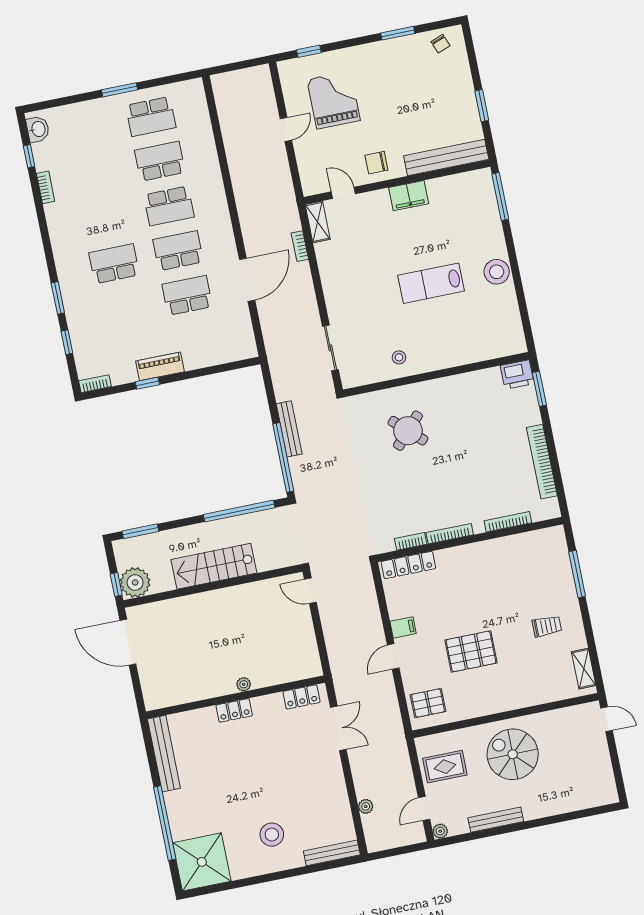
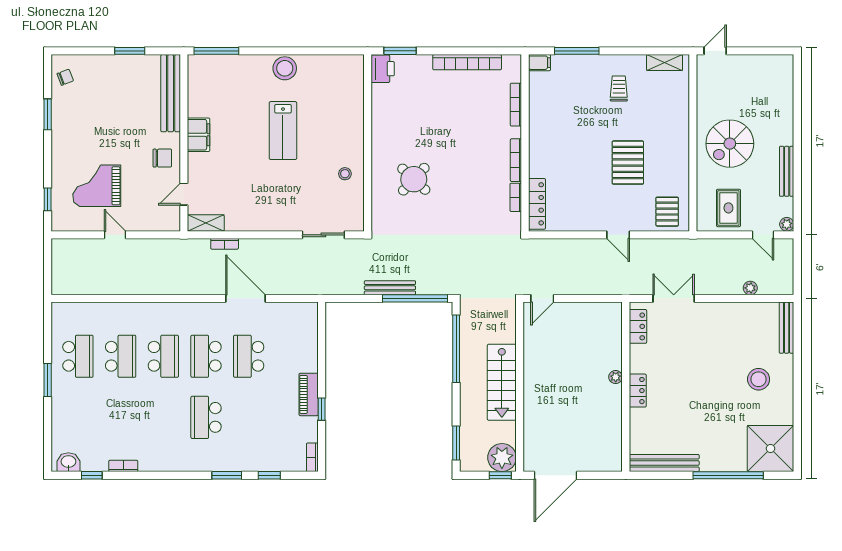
school desk: (160, 161) -> (121, 356), turned 180
chair: (376, 163) -> (162, 158), turned -90
filing cabinet: (403, 627) -> (539, 63), moved, turned 90

